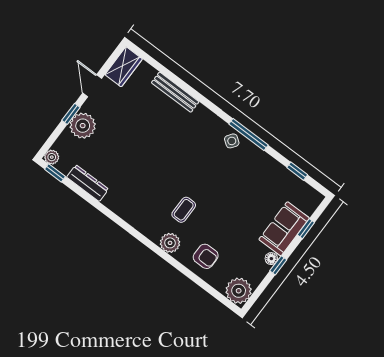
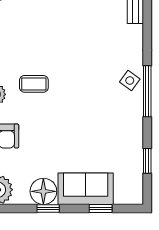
floor lamp: (271, 259) -> (43, 191), width x1.89, depth x1.89

